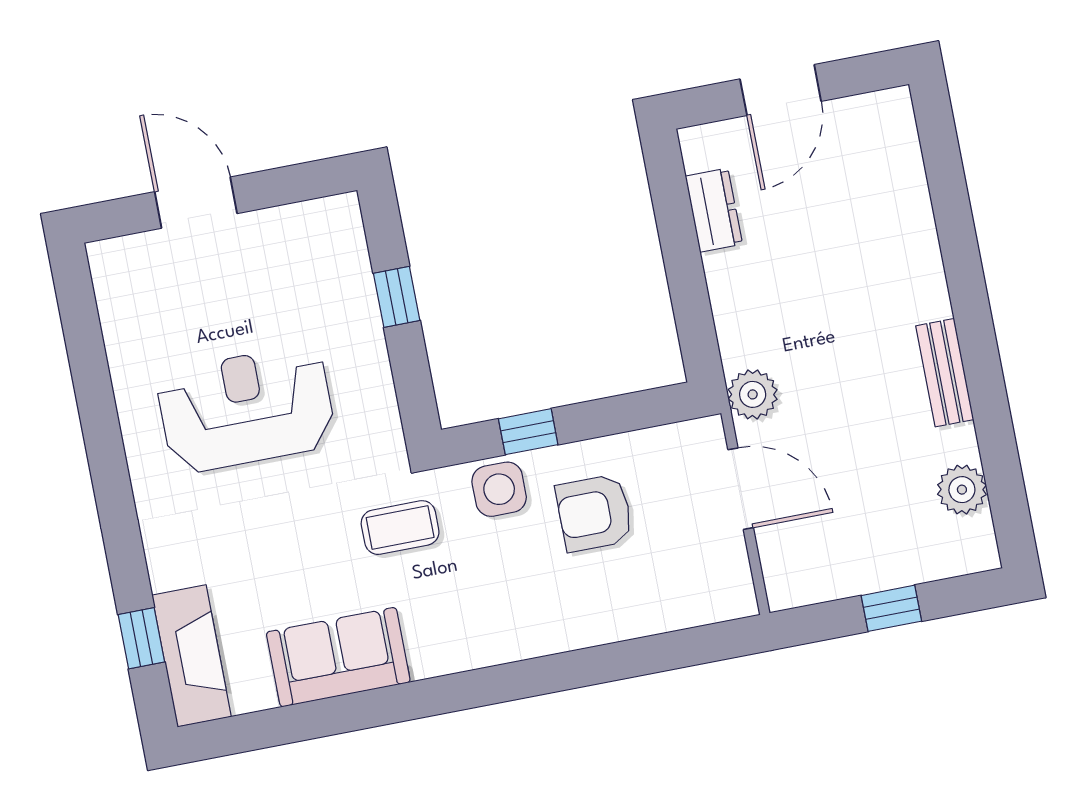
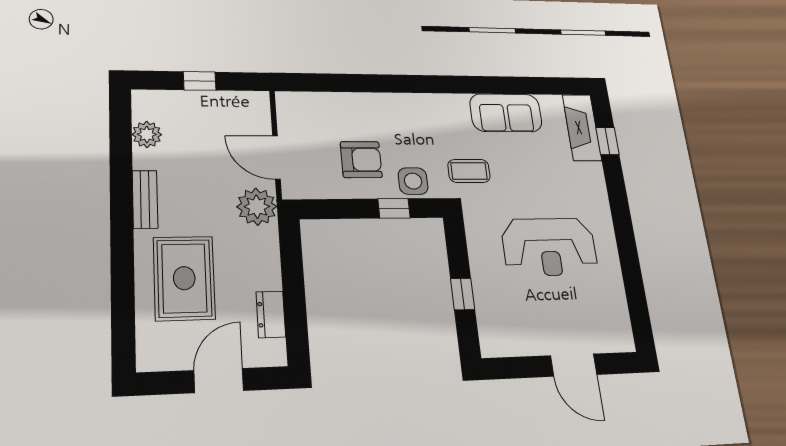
rug: (860, 248) -> (184, 278), added
plant: (753, 394) -> (257, 207), width x1.36, depth x1.36

